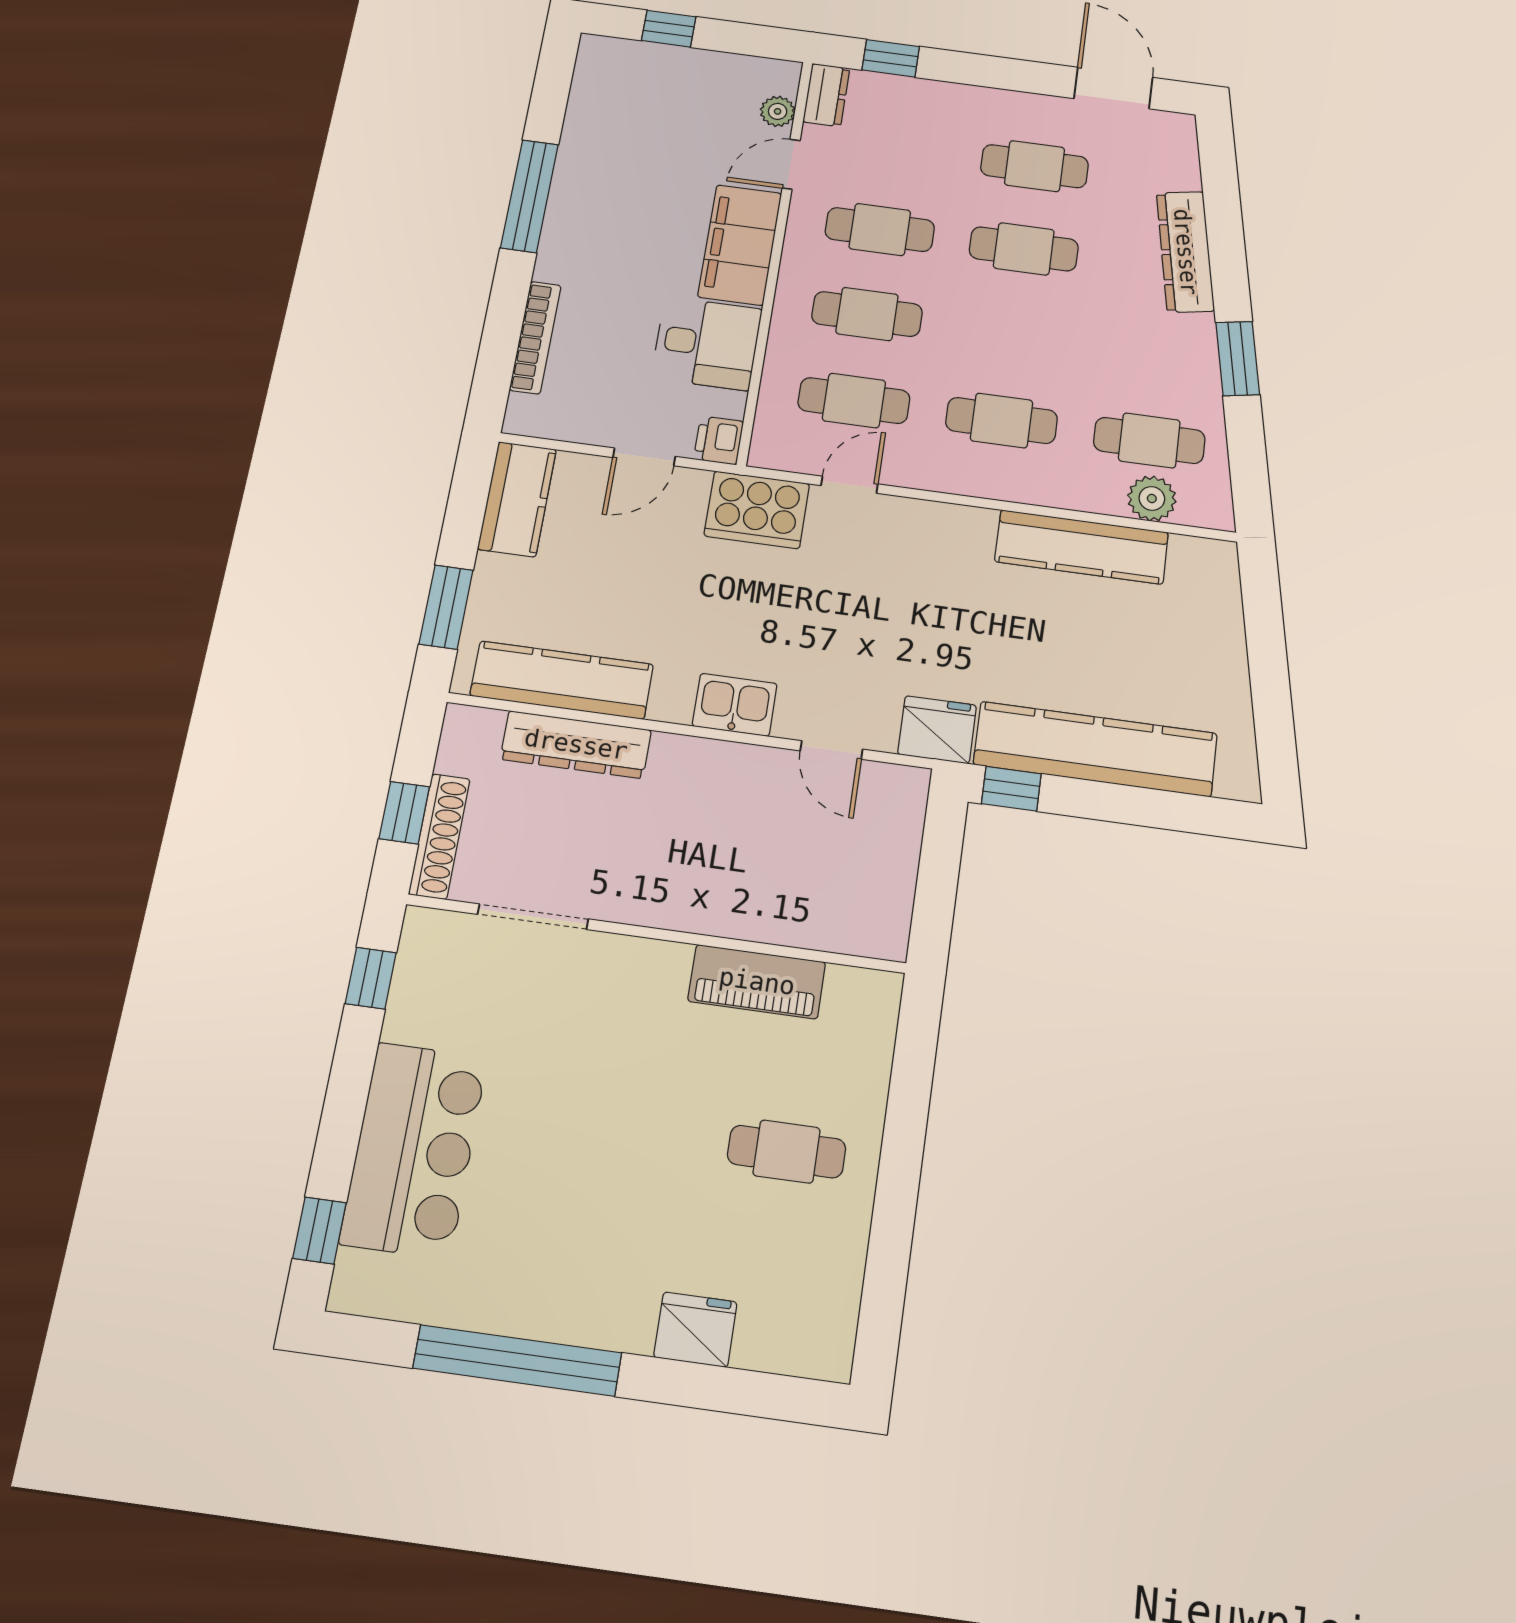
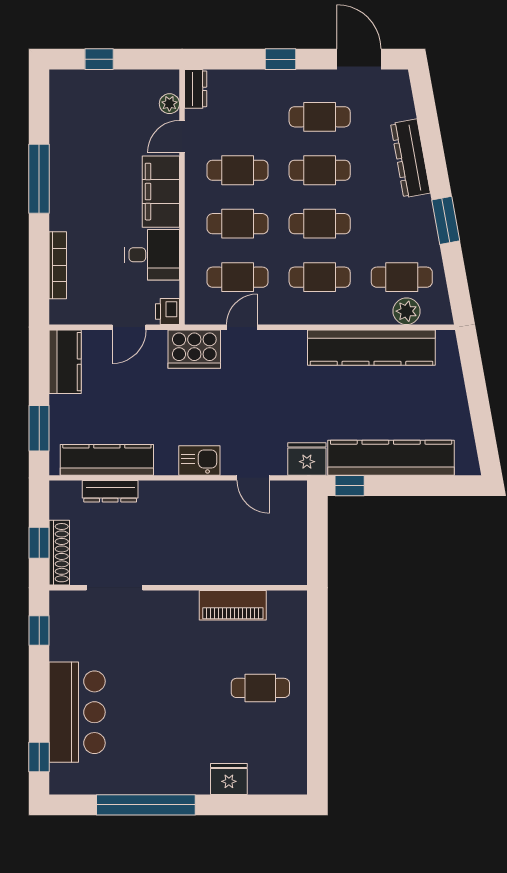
window: (891, 58) -> (280, 59), moved
cafe table: (1013, 334) -> (320, 224), added
kitchen counter: (1082, 547) -> (371, 348), width x1.39, depth x1.17
dresser: (576, 745) -> (110, 491), width x0.73, depth x0.80

